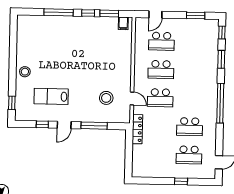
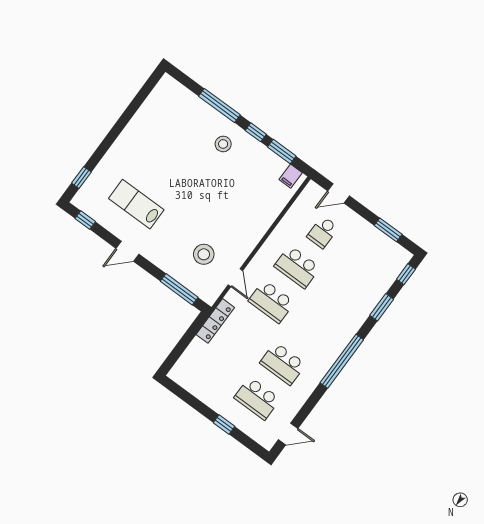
school desk: (162, 41) -> (323, 232), width x0.54
stool: (25, 72) -> (223, 144), moved
window: (42, 124) -> (85, 220), moved
window: (94, 126) -> (179, 289), moved

